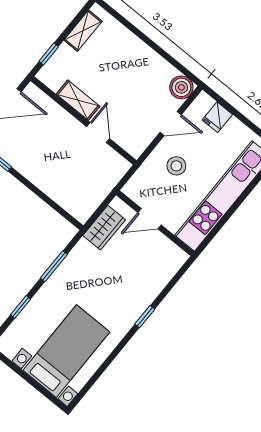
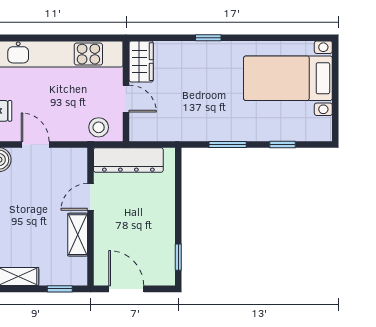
stool: (176, 166) -> (99, 127), moved
dresser: (103, 183) -> (128, 160), added
wardrobe: (104, 228) -> (141, 62), moved, turned 90

